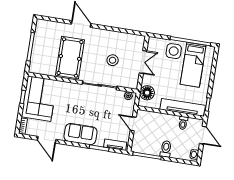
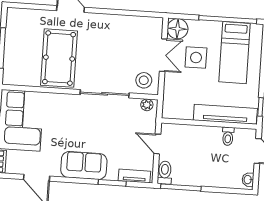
side table: (174, 51) -> (196, 58), moved
stool: (113, 60) -> (144, 80), moved
floor lamp: (147, 93) -> (178, 29), moved
toilet: (166, 149) -> (165, 173), moved

